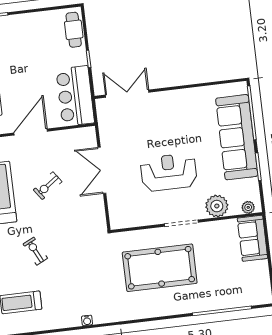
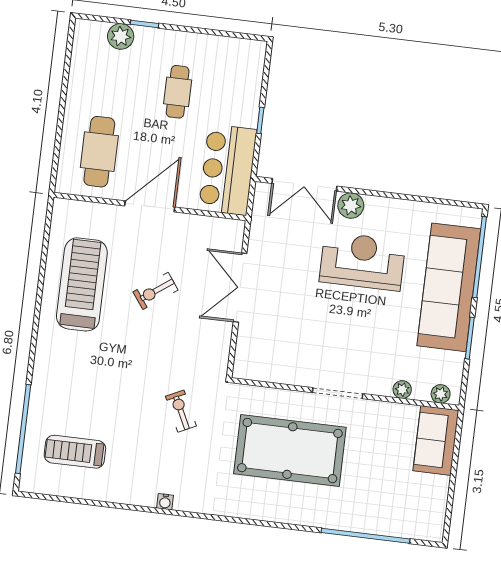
cafe table: (74, 30) -> (178, 92), moved
double door: (127, 94) -> (304, 185), swing flipped
plant: (160, 100) -> (351, 206), added
reception desk: (169, 172) -> (362, 261), moved
plant: (217, 206) -> (402, 390), width x0.53, depth x0.53
exercise bike: (35, 251) -> (181, 411), moved

